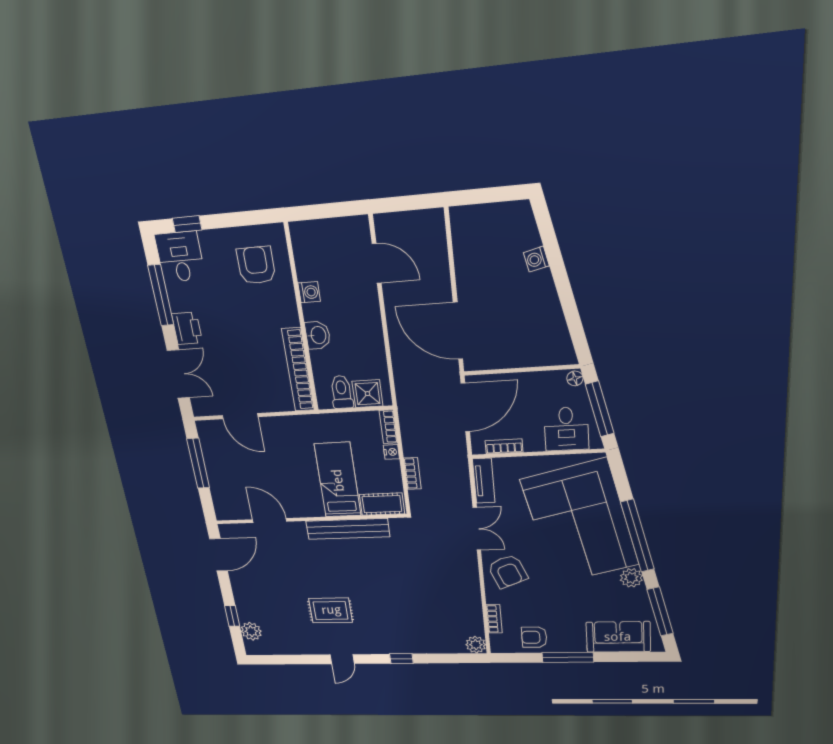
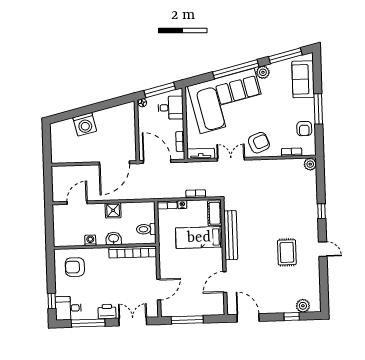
washing machine: (536, 259) -> (85, 124), width x1.89, depth x1.89
shower: (368, 394) -> (113, 210), moved

